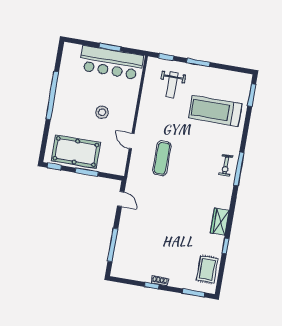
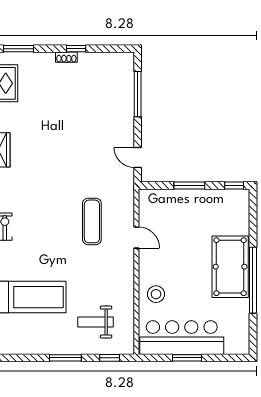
weight bench: (172, 85) -> (95, 322), turned -90
stool: (102, 112) -> (156, 294), moved
pool table: (76, 152) -> (230, 267), moved, turned 90

